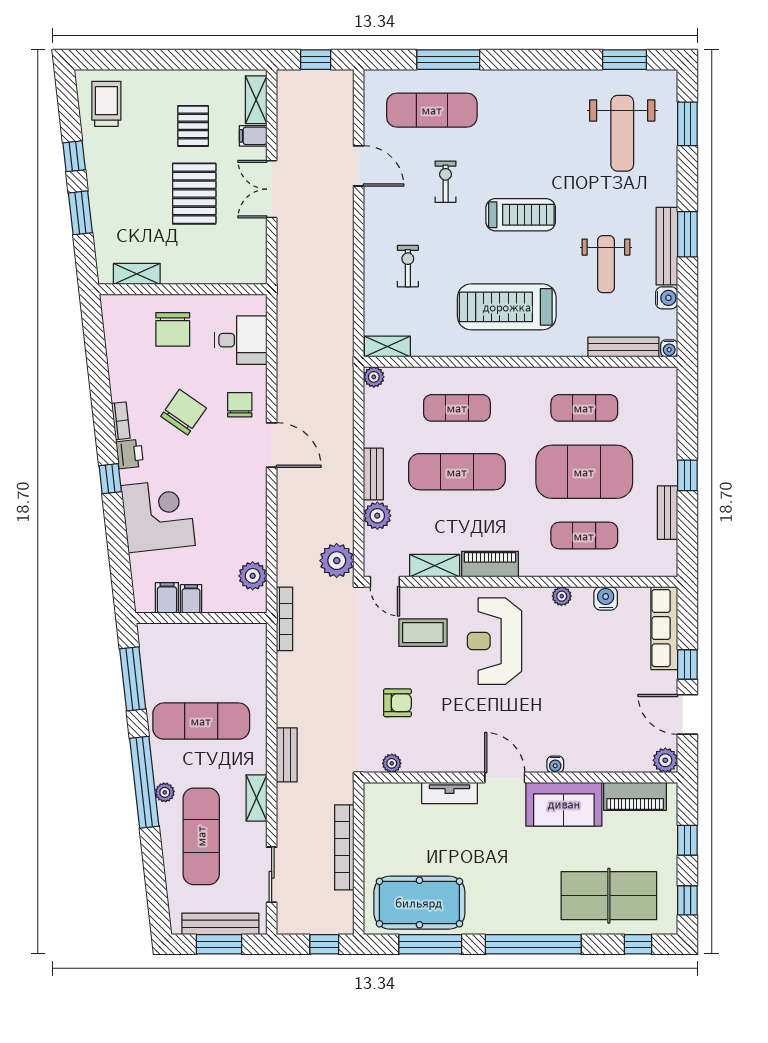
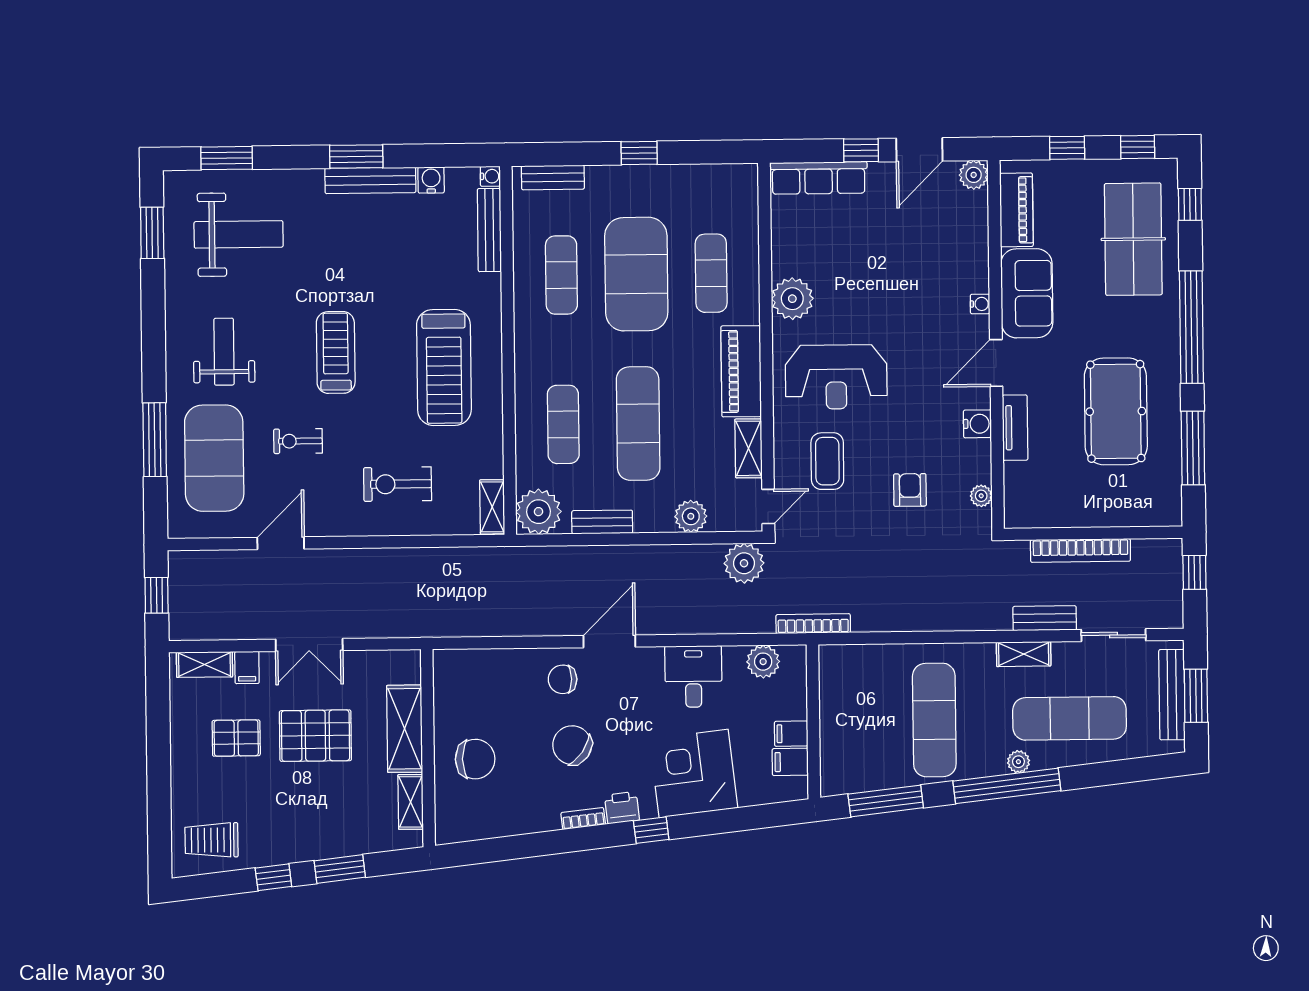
exercise mat: (432, 110) -> (214, 458), width x1.47
weight bench: (606, 264) -> (224, 352), moved, turned -90
exercise bike: (408, 266) -> (398, 484), width x1.38, depth x1.39
shelving: (199, 270) -> (405, 729), added
desk: (241, 340) -> (693, 677), moved
plant: (374, 377) -> (539, 512), width x1.87, depth x1.87
bench: (373, 474) -> (602, 522), moved
bench: (668, 513) -> (553, 177), moved
piano: (490, 564) -> (741, 371), width x1.37, depth x1.33
plant: (562, 596) -> (792, 299), width x1.87, depth x1.87
water cooler: (606, 598) -> (977, 424), moved, turned 180
bench: (287, 755) -> (1045, 618), moved
pool table: (419, 903) -> (1116, 411), moved

